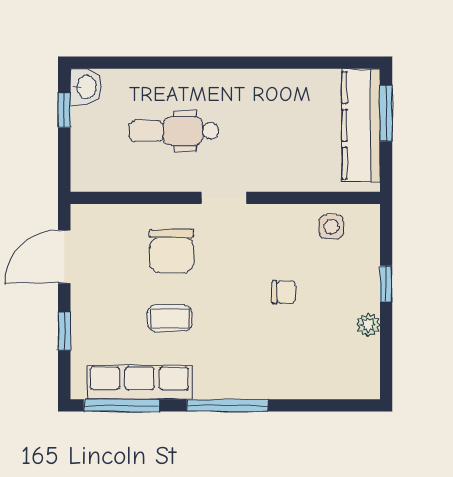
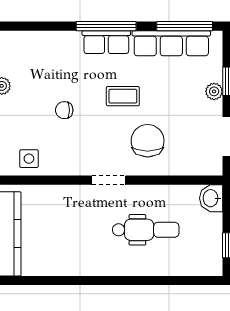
washbasin: (86, 87) -> (211, 198), moved
plant: (82, 317) -> (214, 91), added
coffee table: (170, 318) -> (123, 96), moved
row of seats: (227, 384) -> (106, 42), added

